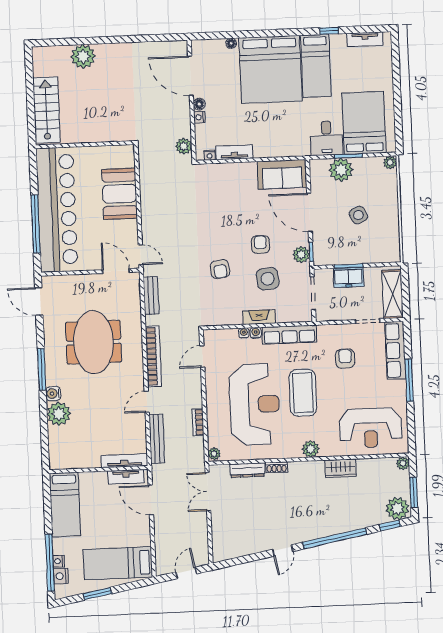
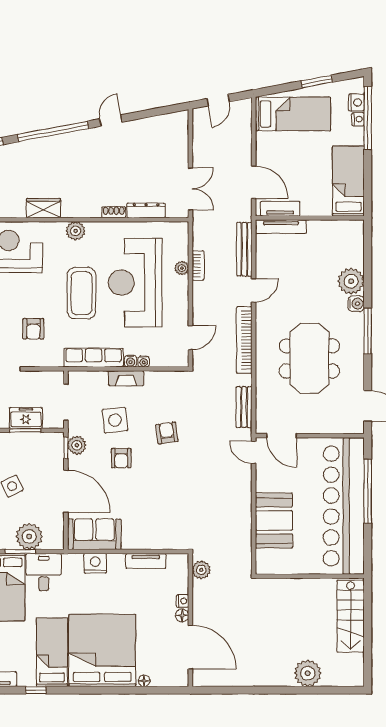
nightstand: (210, 155) -> (95, 563), moved, width x1.89, depth x1.79
plant: (214, 454) -> (182, 268), moved

